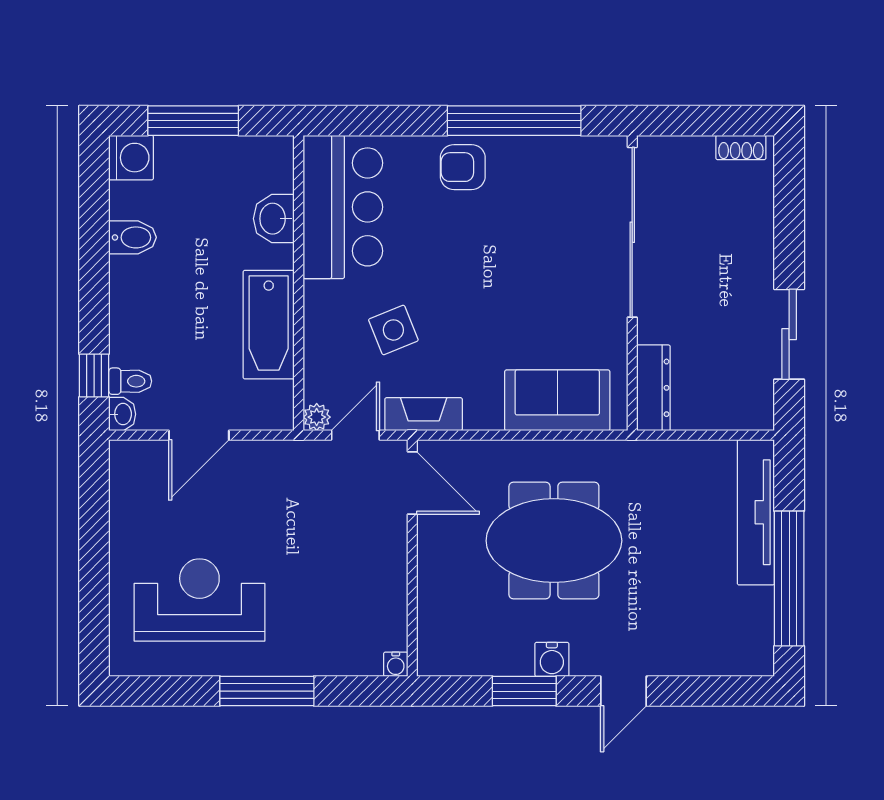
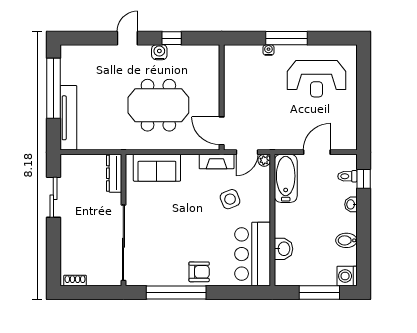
bathtub: (269, 325) -> (286, 178), moved
washbasin: (122, 414) -> (351, 204), moved
water cooler: (396, 664) -> (268, 50), moved
window: (524, 691) -> (172, 38), width x0.67

